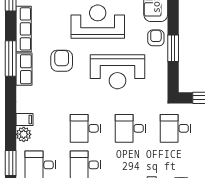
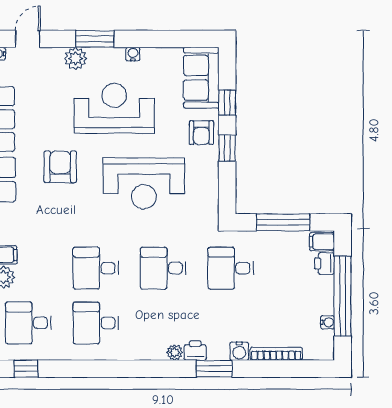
window: (173, 18) -> (227, 103), added
armchair: (156, 38) -> (201, 133), turned 180
window: (173, 48) -> (227, 148), width x0.67

